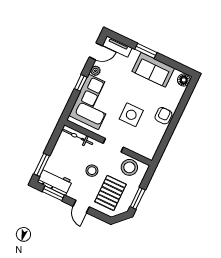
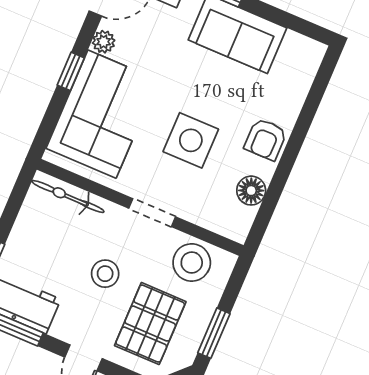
floor lamp: (184, 80) -> (251, 191), moved
armchair: (163, 116) -> (266, 139), turned 180

